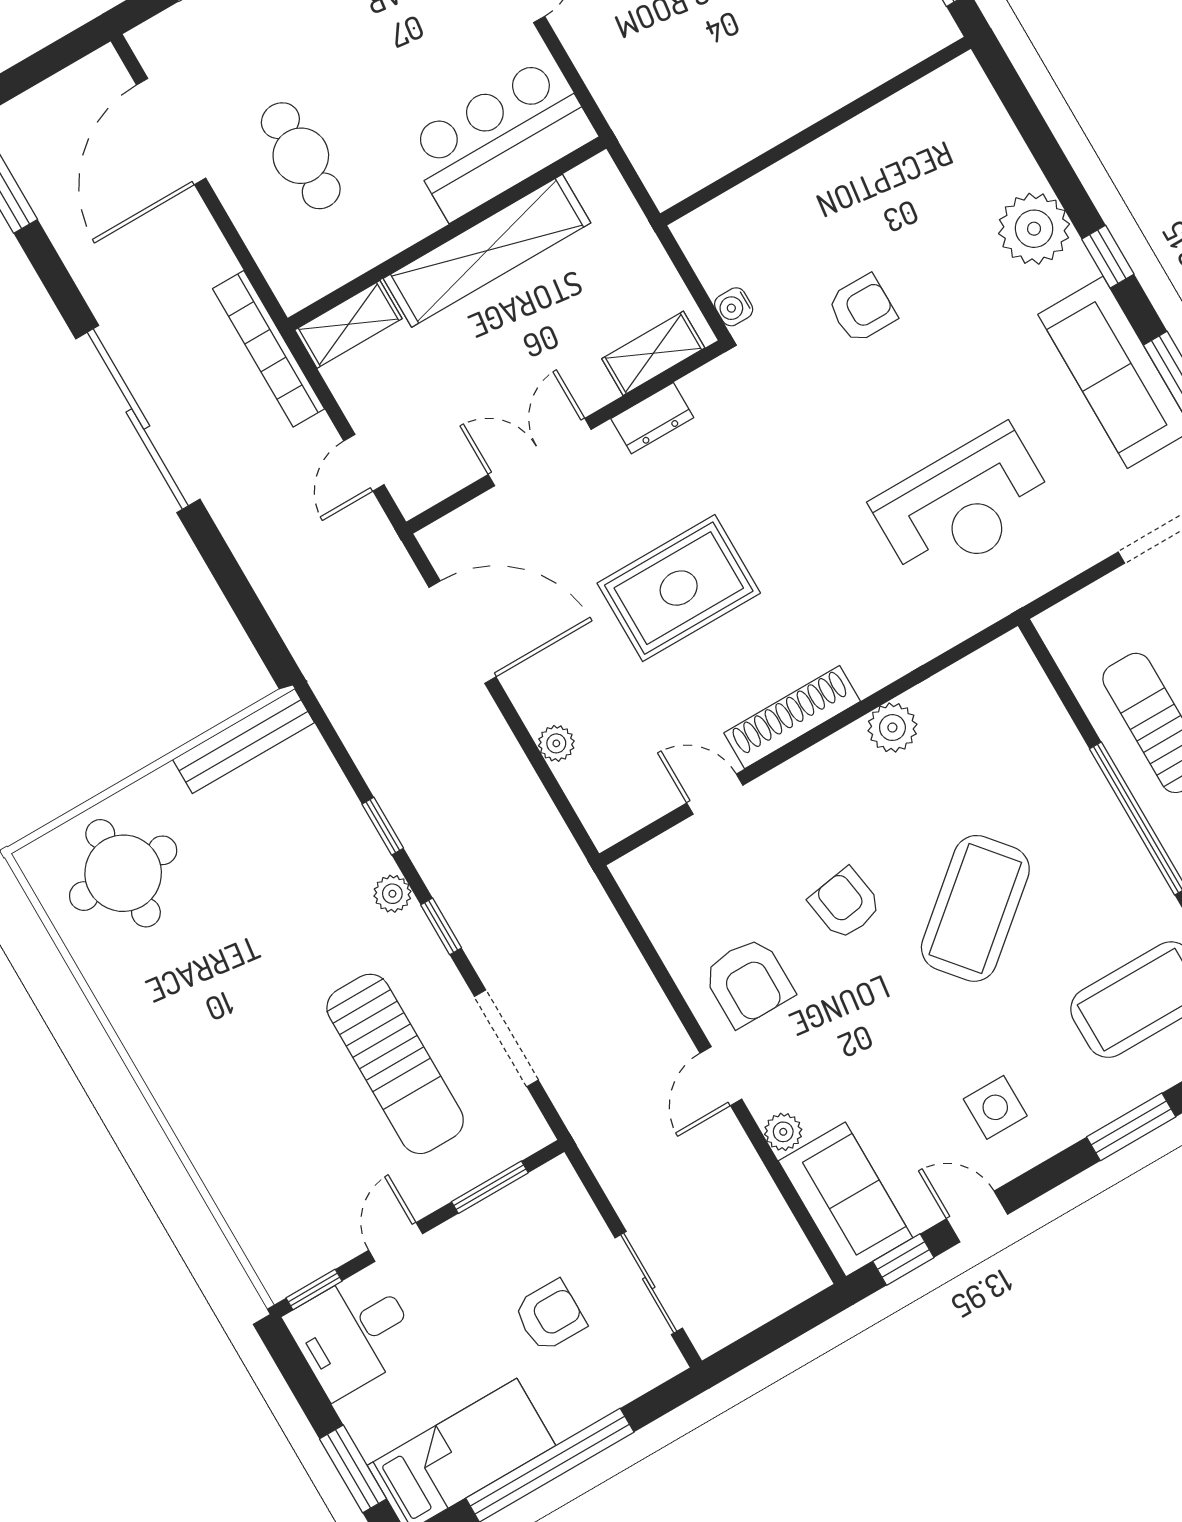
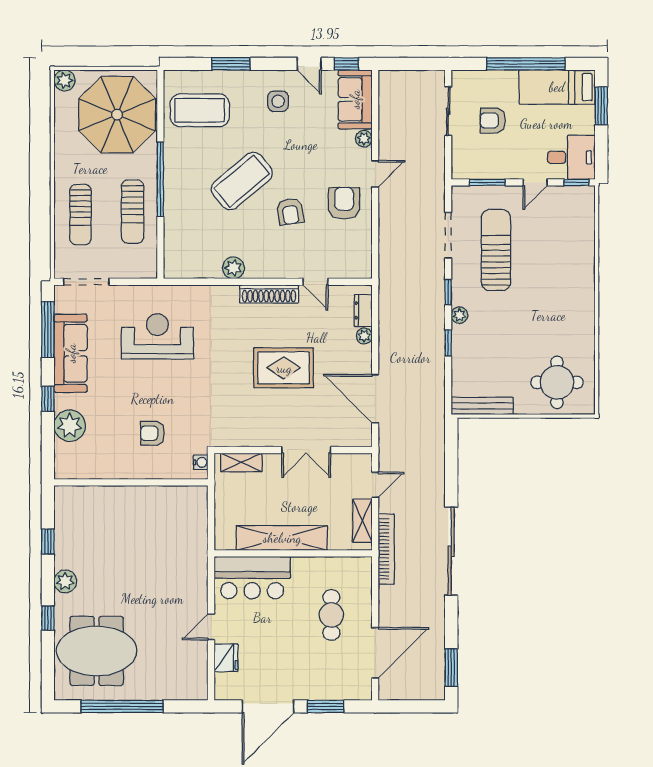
wall: (815, 131) -> (131, 482), moved
shelving: (348, 324) -> (362, 521), moved, turned 90
dresser: (652, 418) -> (363, 310), moved, turned -90

